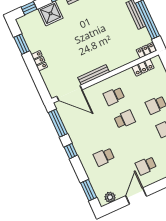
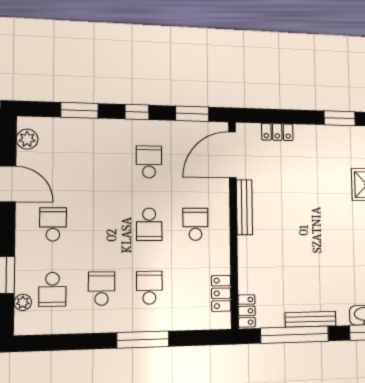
locker: (39, 61) -> (277, 132), moved
window: (58, 123) -> (192, 114), width x0.69
school desk: (104, 157) -> (149, 162), moved
window: (89, 190) -> (80, 110), moved

